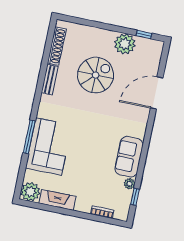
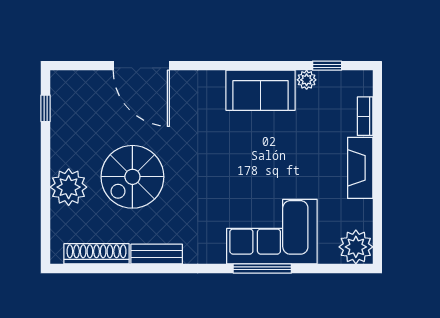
plant: (125, 44) -> (69, 187), moved
spiral stairs: (96, 75) -> (132, 177), turned -90
fireplace: (57, 200) -> (360, 168), moved

